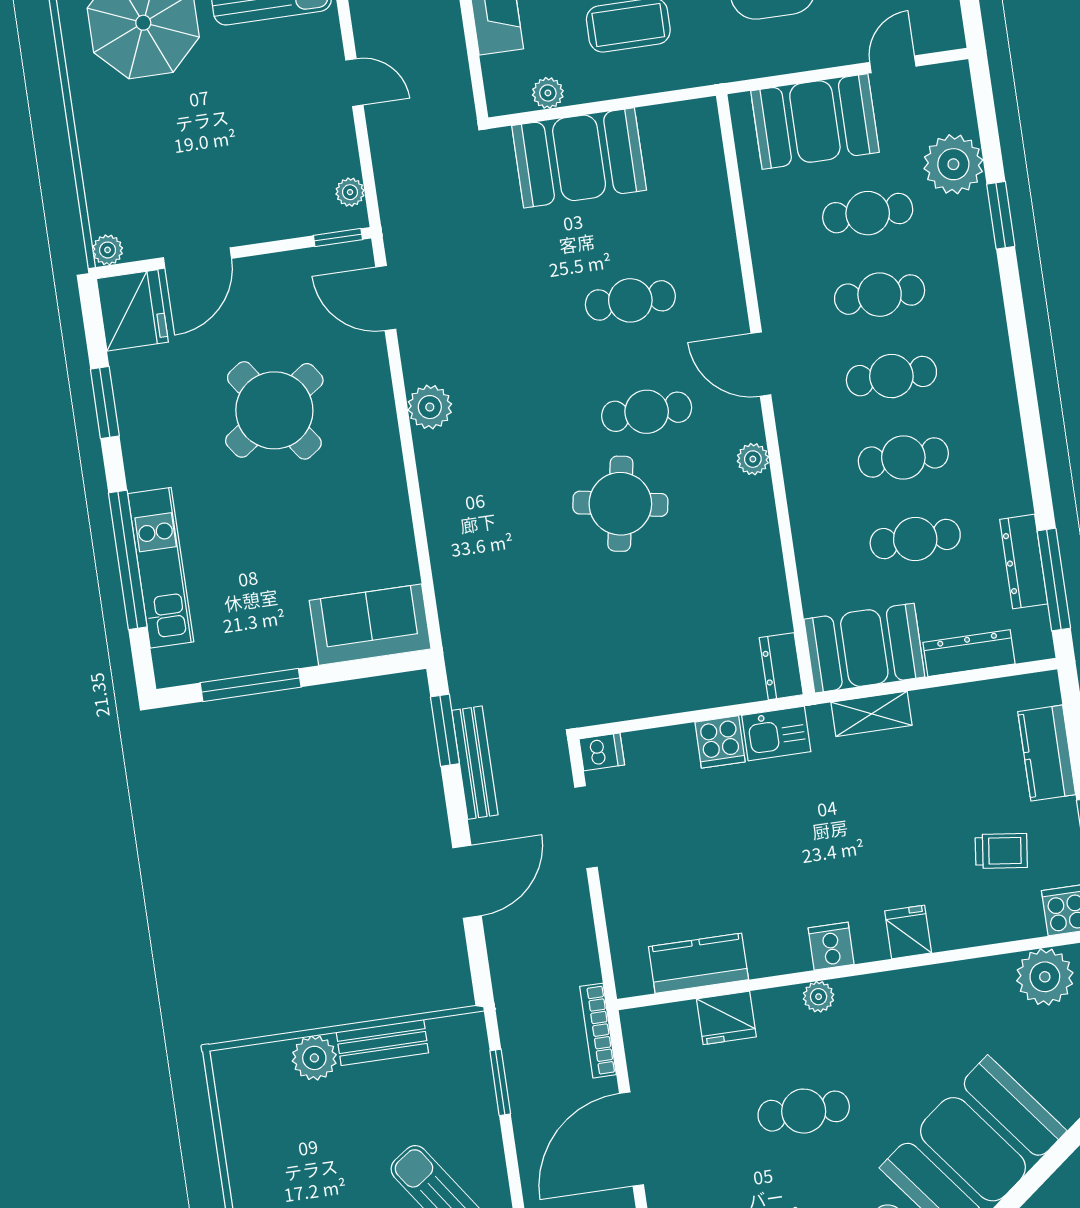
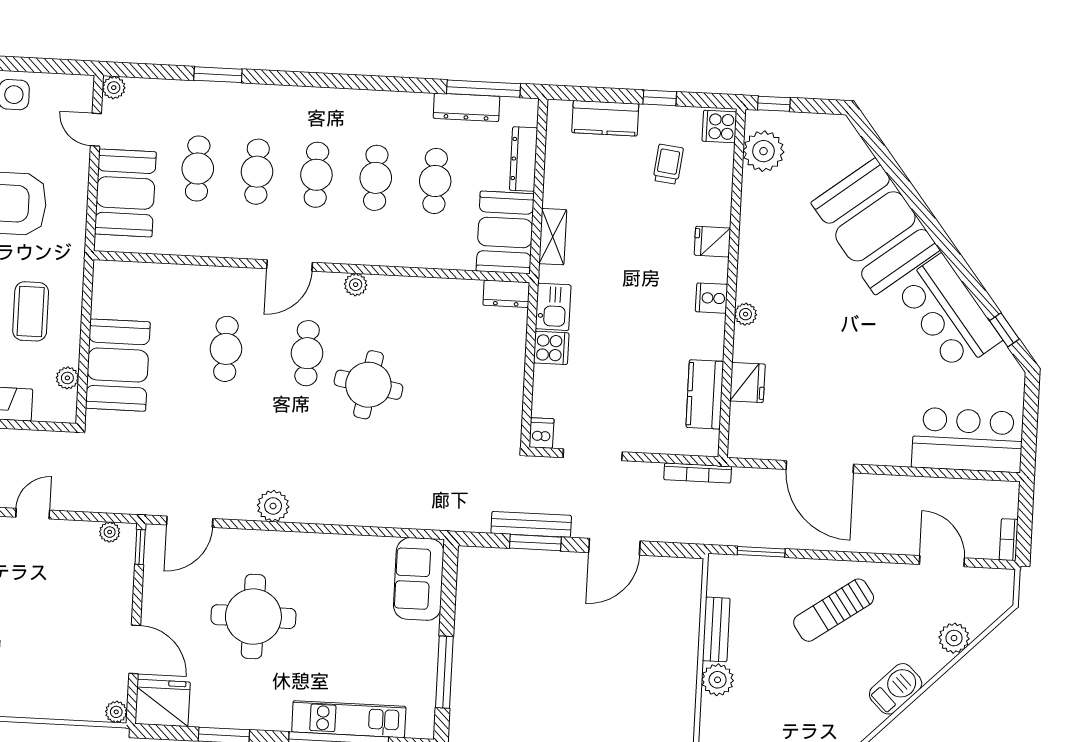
plant: (953, 164) -> (114, 88), moved, width x0.53, depth x0.53
round table: (274, 410) -> (253, 617), turned 35
window: (445, 730) -> (535, 543), moved
door: (467, 882) -> (614, 547), swing flipped
bookcase: (598, 1031) -> (698, 473), moved
cafe table: (804, 1111) -> (824, 341), removed

